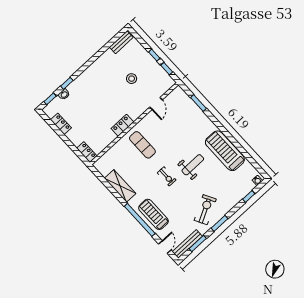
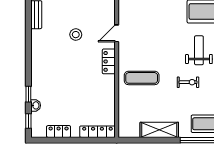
door: (156, 103) -> (117, 33), swing flipped
locker: (122, 125) -> (109, 61), moved
locker: (87, 152) -> (97, 132), width x1.53

